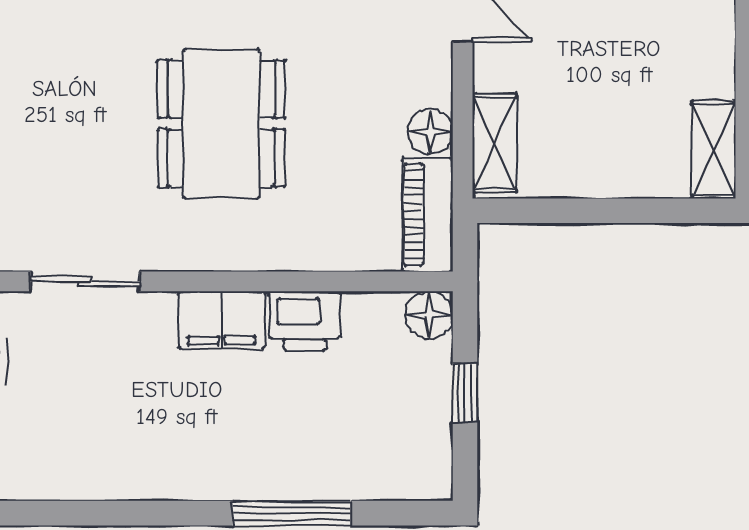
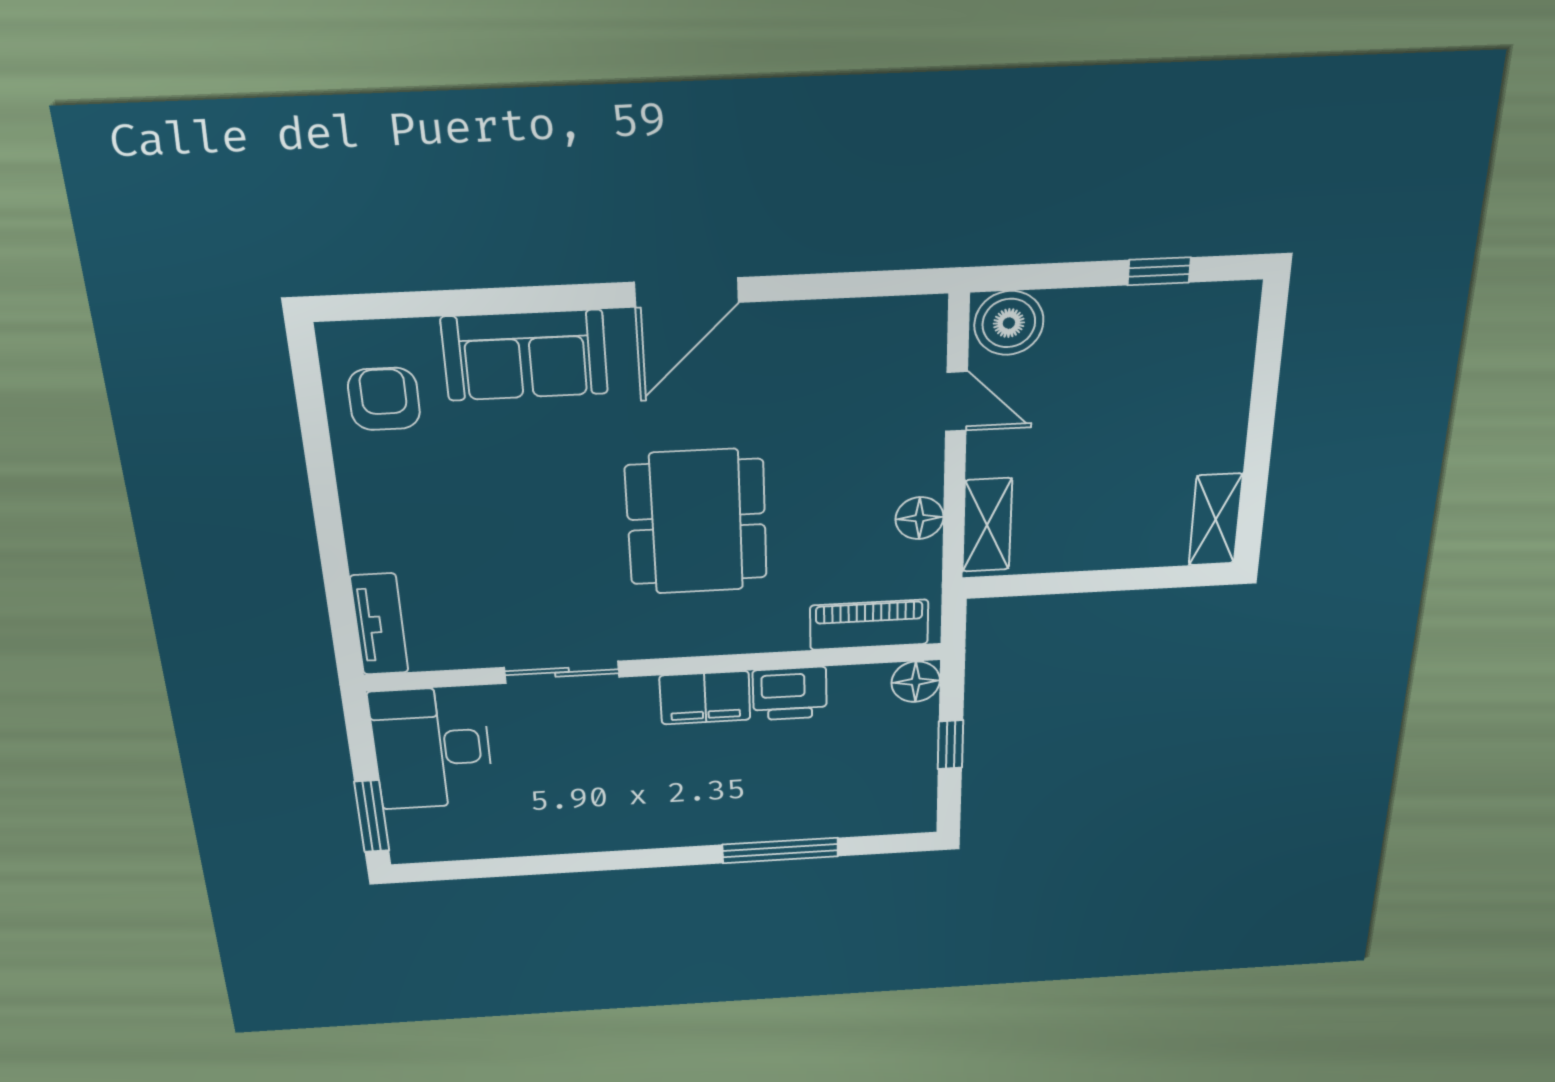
piano: (427, 215) -> (869, 625), moved, turned 90

